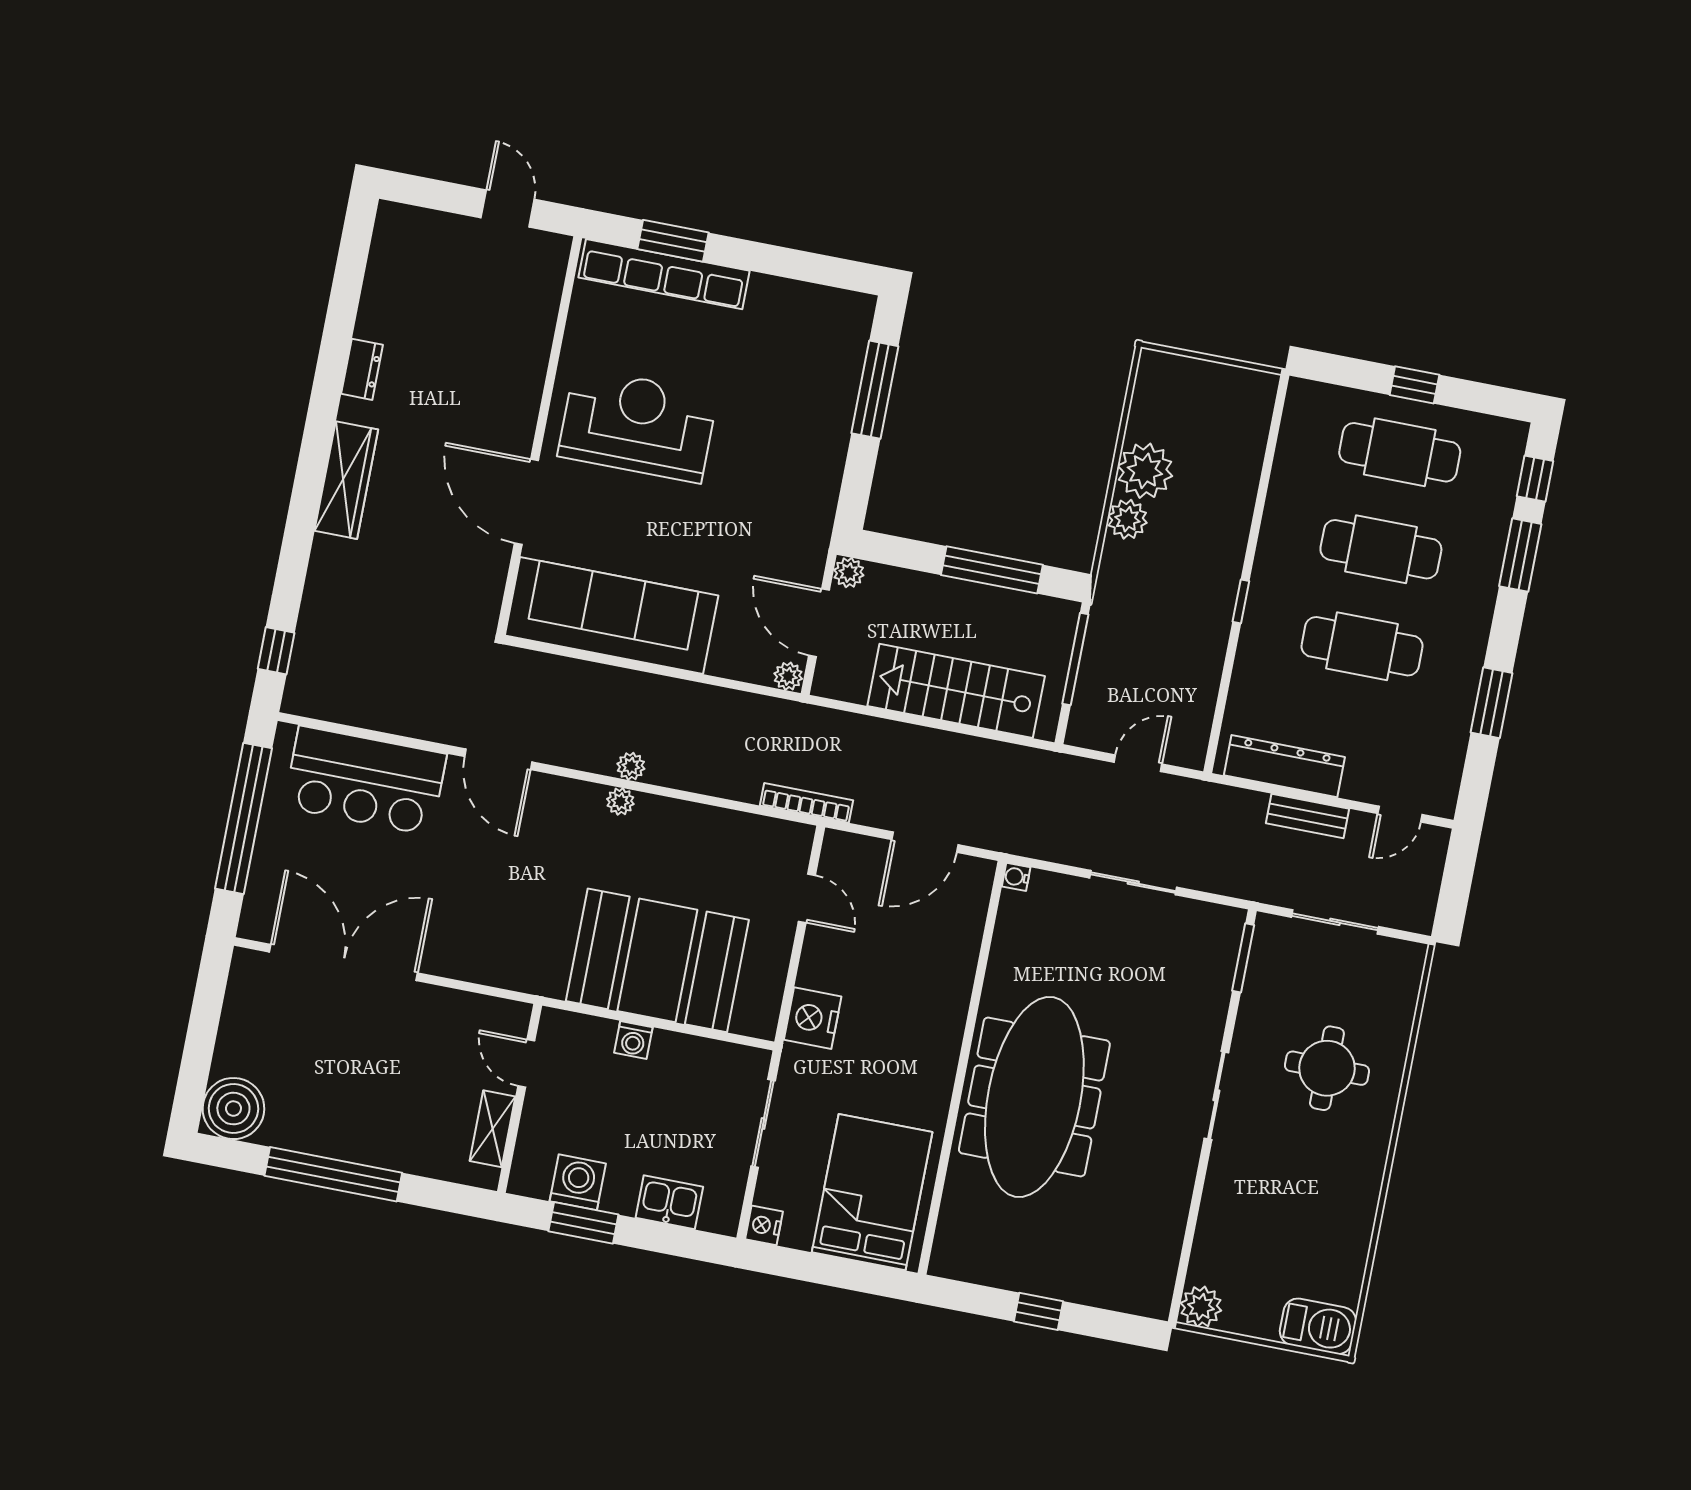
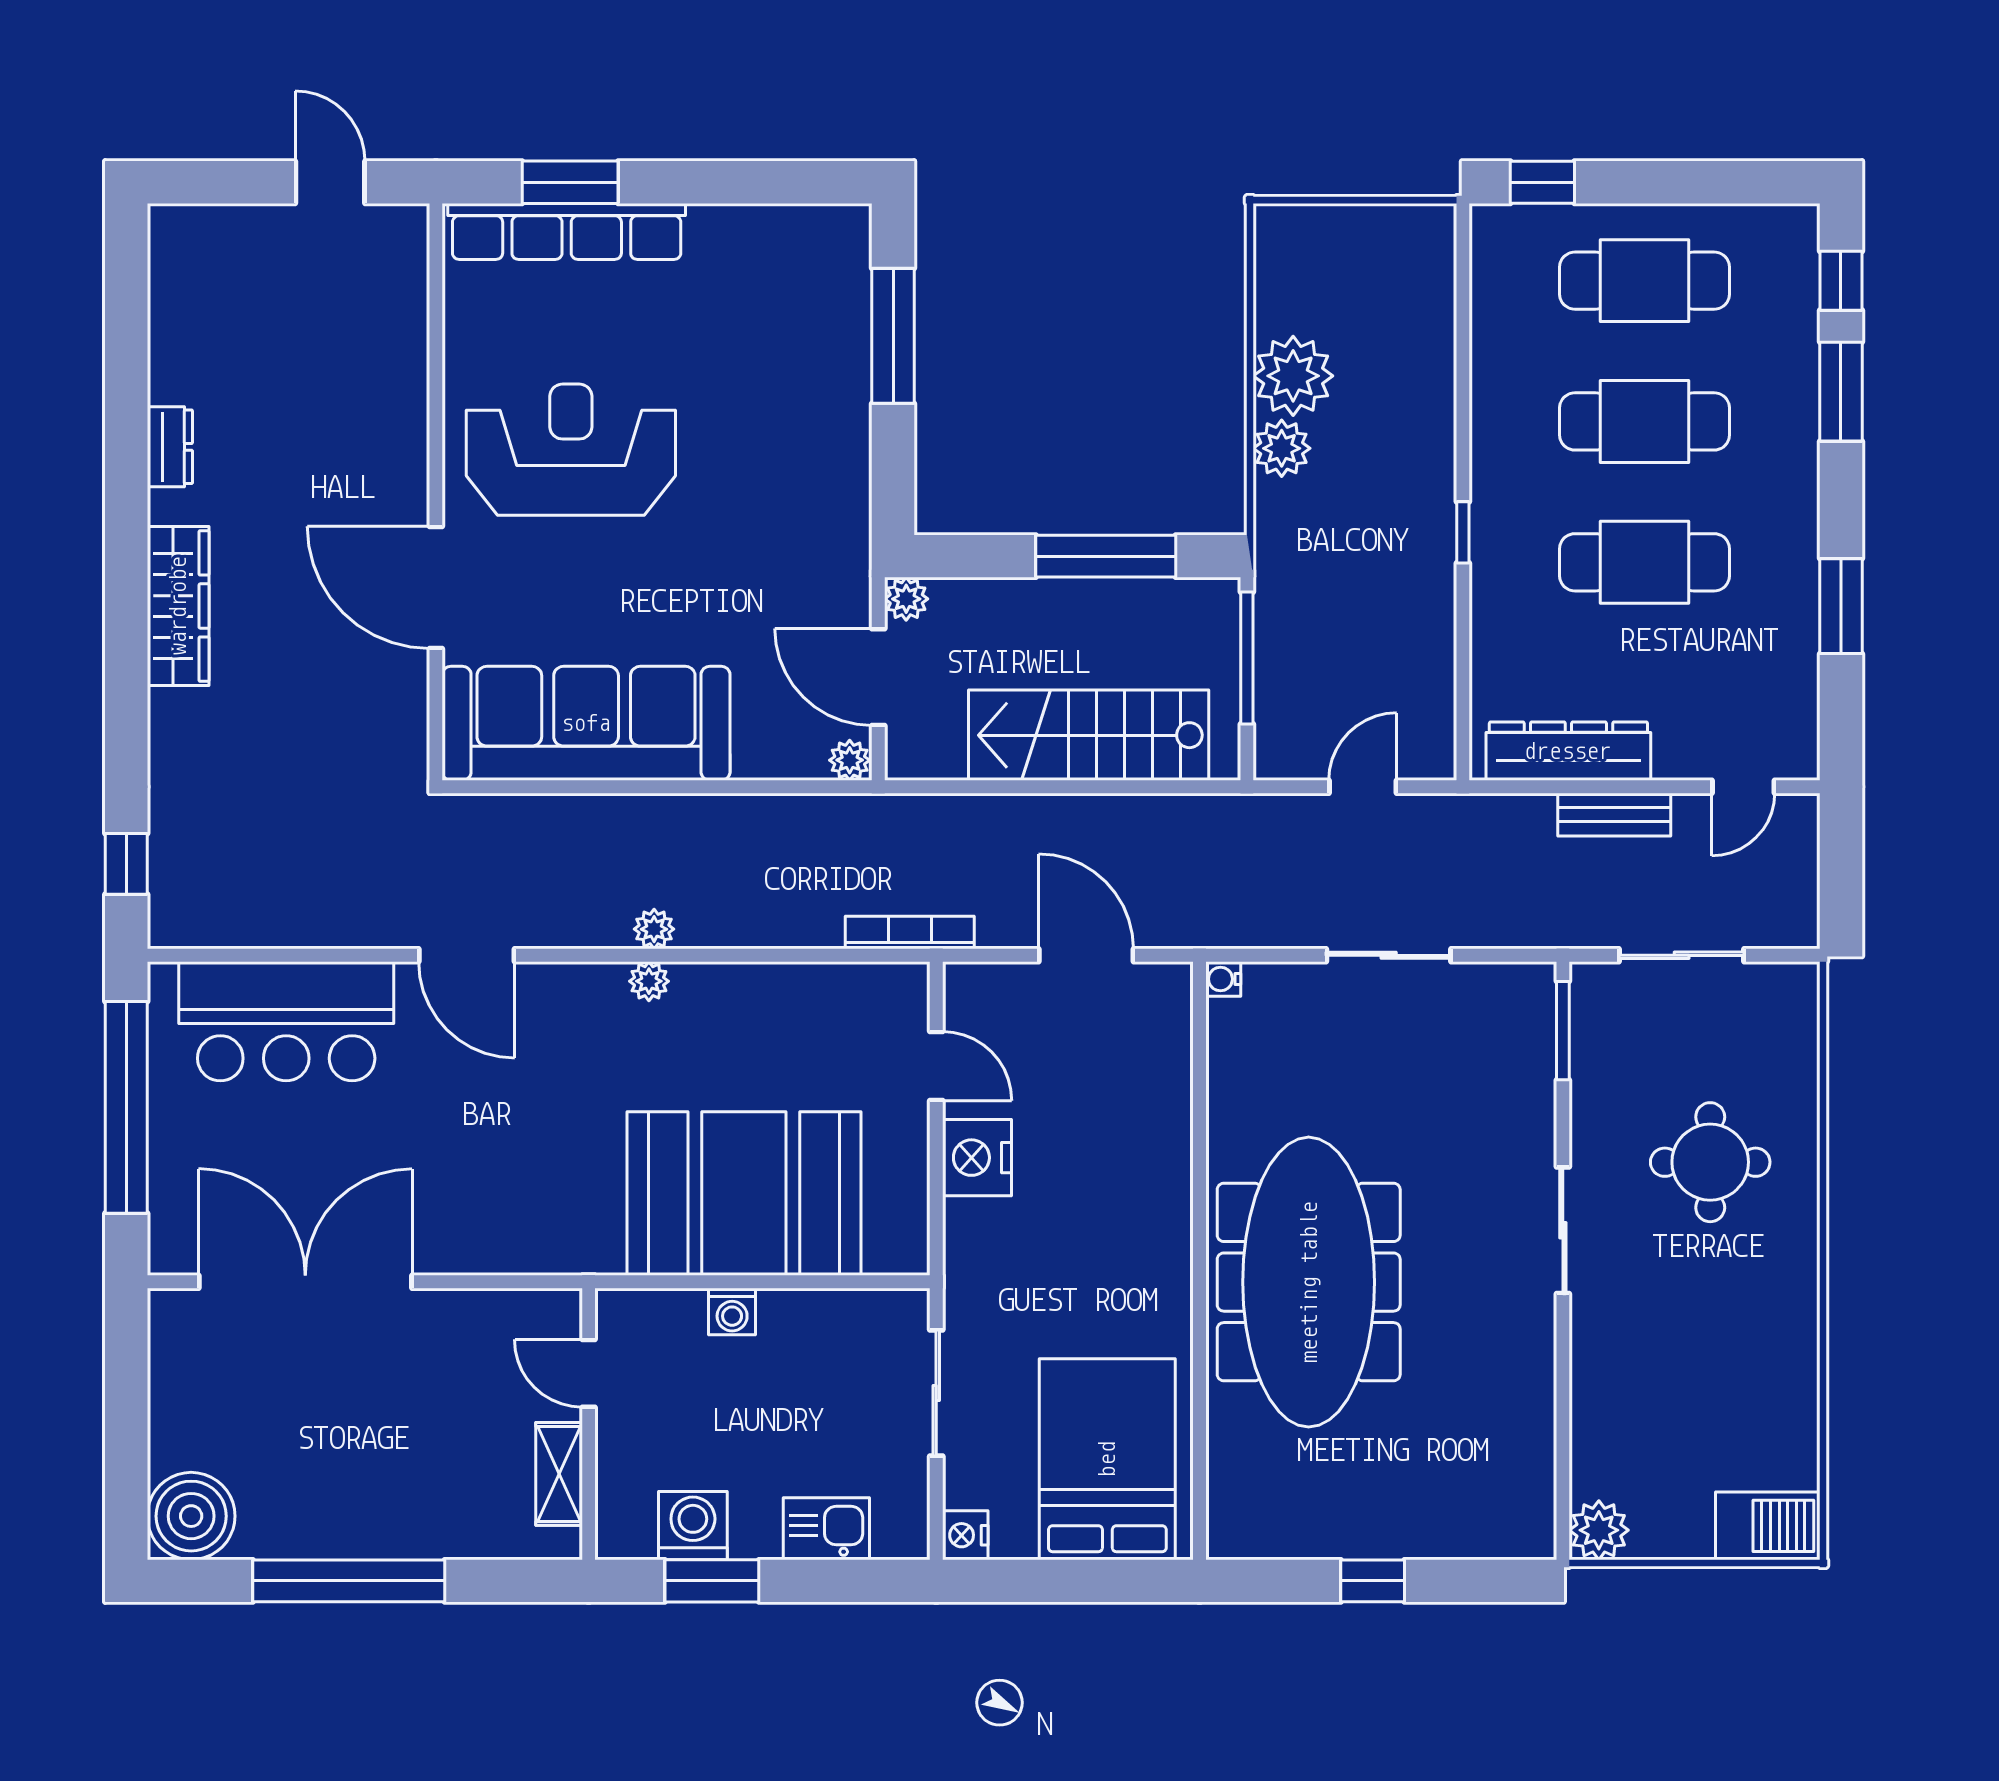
window: (1414, 385) -> (1542, 182), moved
door: (925, 842) -> (1086, 955), swing flipped
nightstand: (813, 1018) -> (977, 1158), moved

